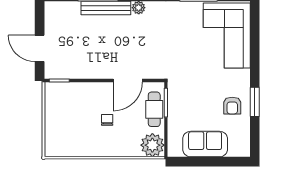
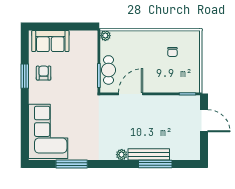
chair: (107, 120) -> (172, 52), moved
sofa: (205, 144) -> (50, 41), moved
plant: (152, 145) -> (105, 36), width x0.53, depth x0.53

